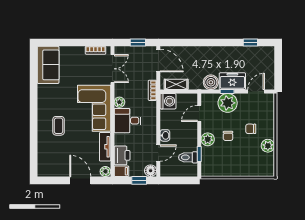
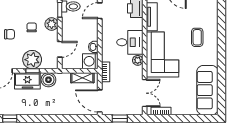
sofa: (48, 65) -> (207, 90), width x1.36
double door: (112, 69) -> (145, 93), swing flipped
washbasin: (165, 135) -> (93, 47), moved

